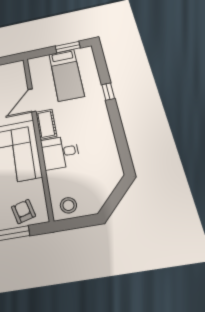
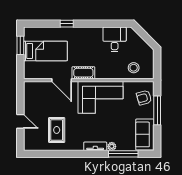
desk: (60, 152) -> (115, 39), moved, turned 180
stool: (68, 205) -> (134, 68), moved

